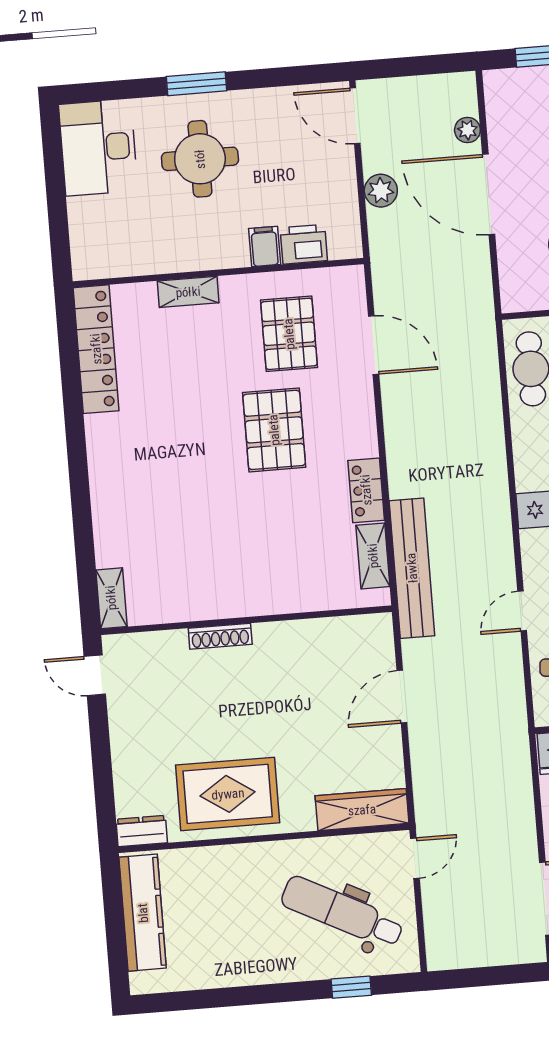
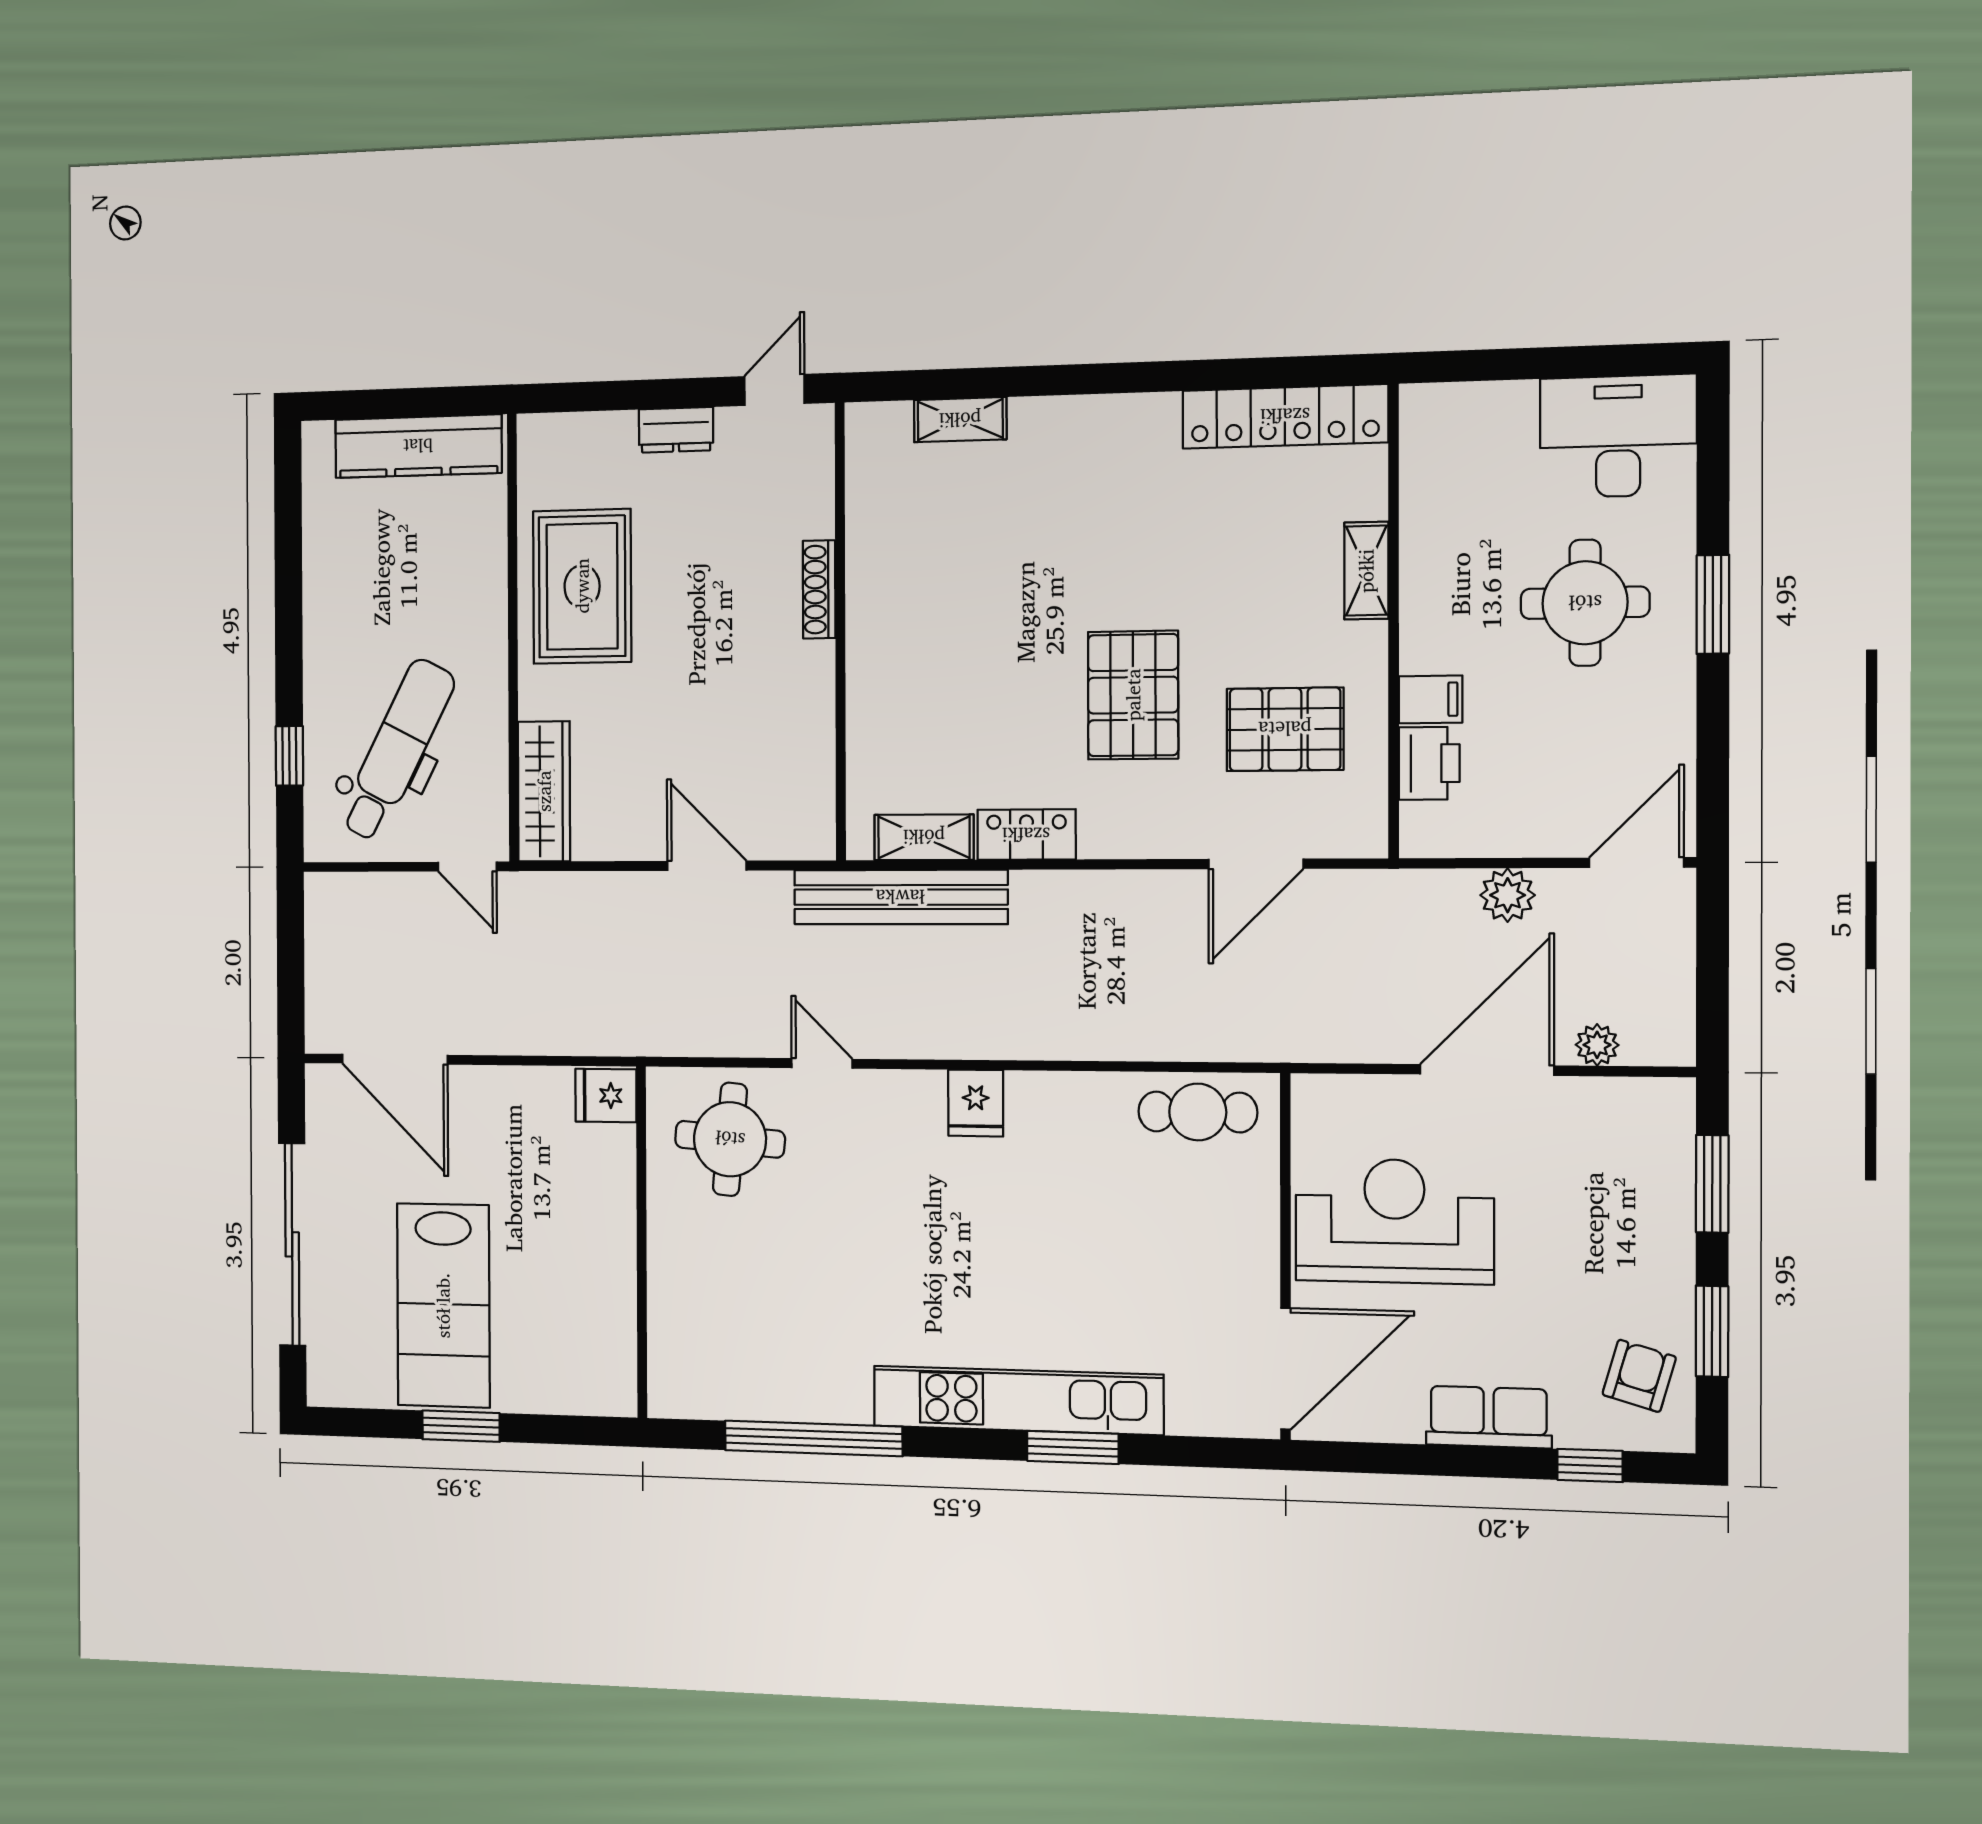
pallet: (274, 430) -> (1133, 695), turned 90
shelving: (111, 598) -> (960, 420), moved
dresser: (142, 831) -> (676, 430), moved, turned 90

